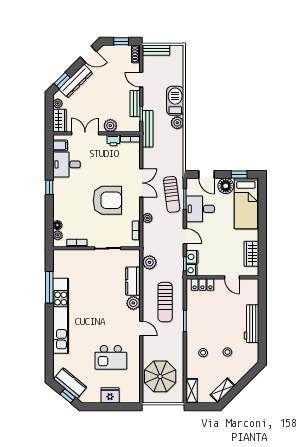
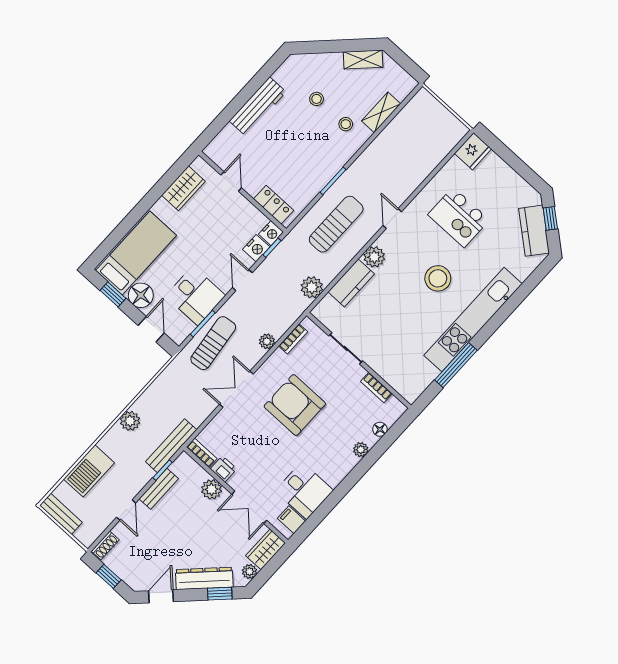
bench: (156, 50) -> (61, 514), moved
door: (88, 54) -> (161, 596), hinge flipped
barbecue: (175, 101) -> (89, 471), moved
window: (49, 187) -> (349, 482), removed
plant: (58, 235) -> (361, 450), moved
stool: (95, 320) -> (438, 278), added
kitchen island: (111, 357) -> (459, 217), turned 180
parasol: (160, 376) -> (422, 142), removed
shelving: (192, 391) -> (381, 112), moved
fridge: (110, 395) -> (473, 151), moved, turned -90

